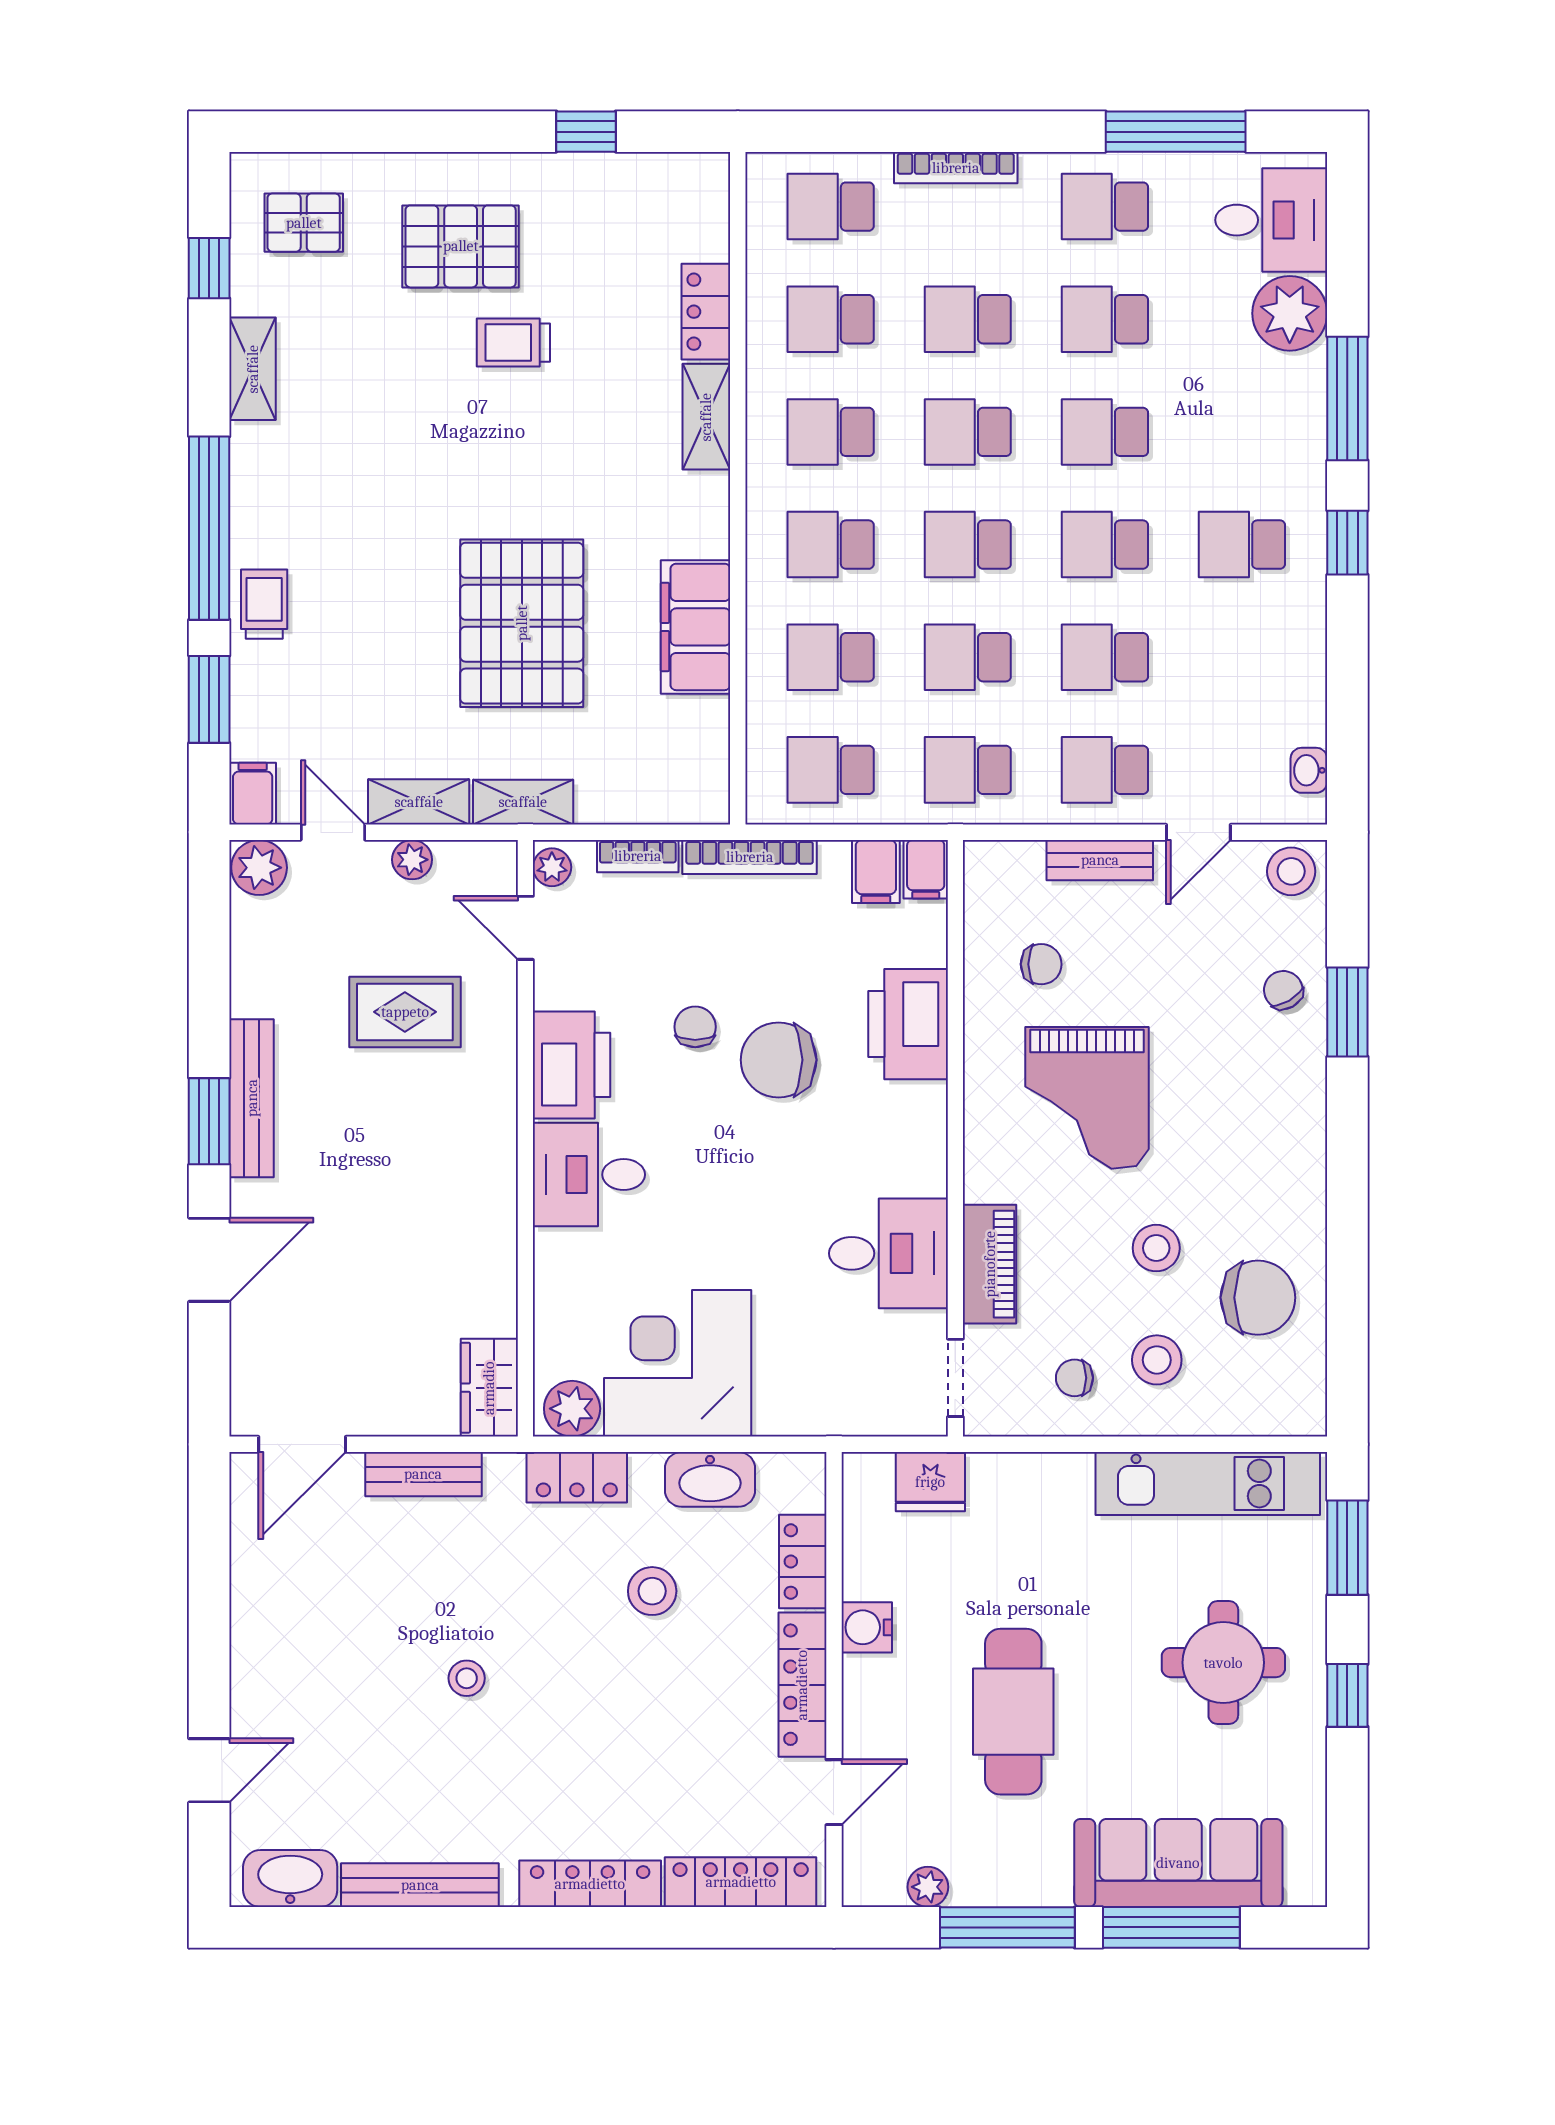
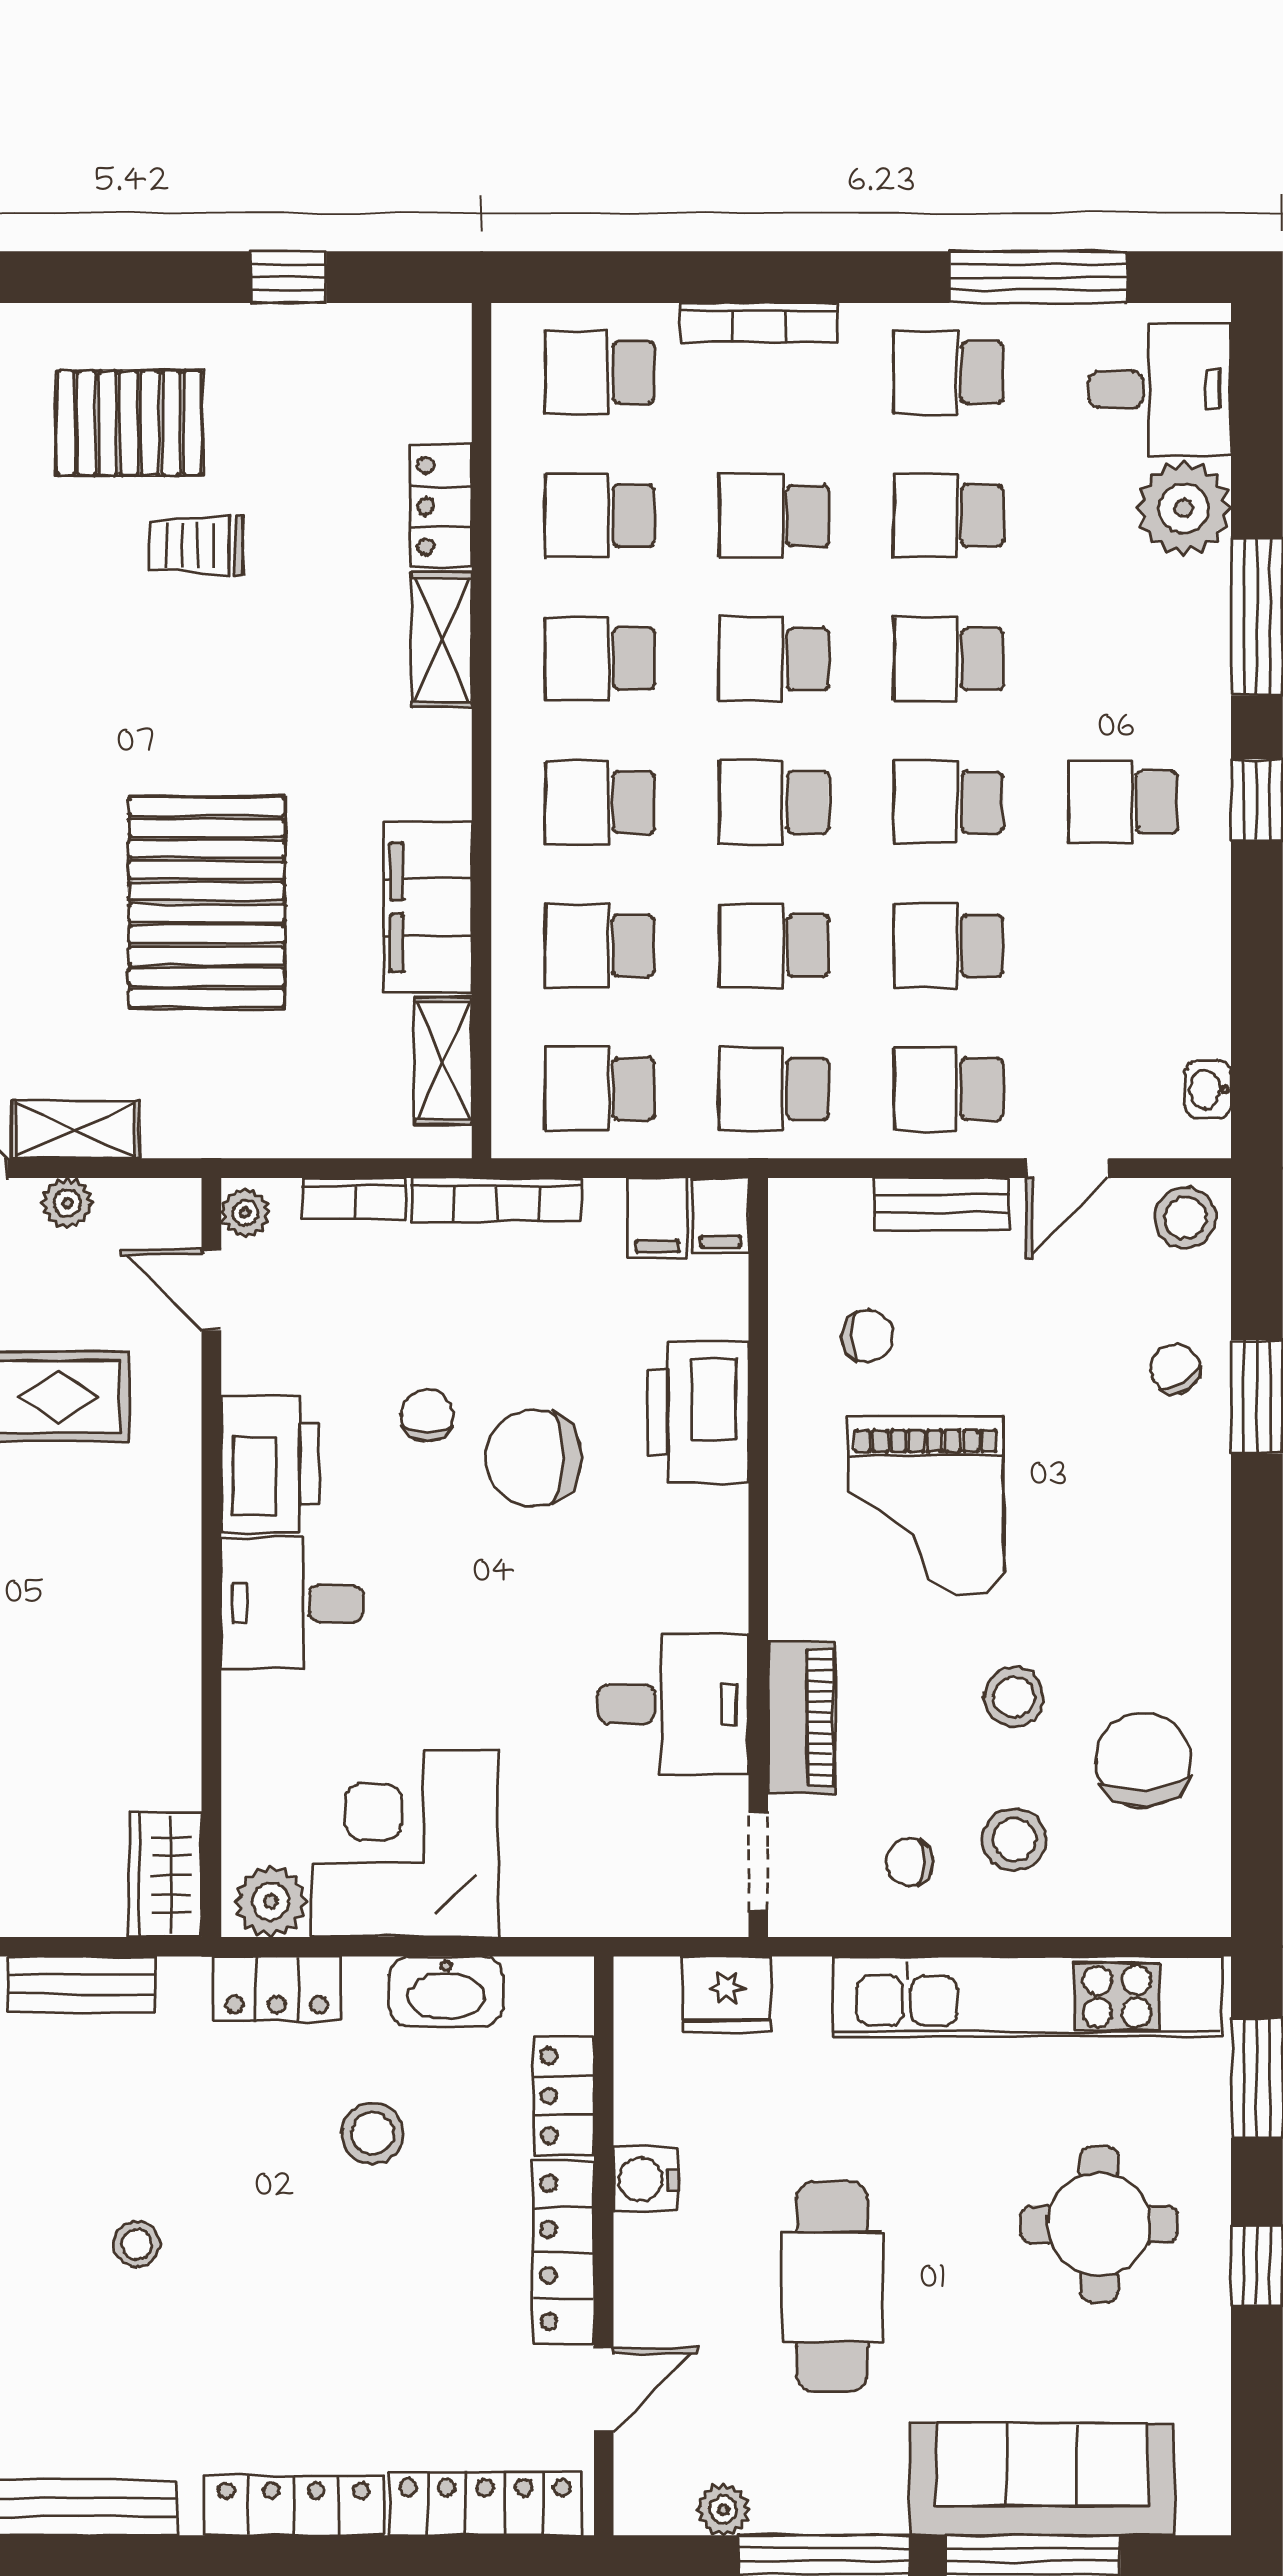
shelving: (523, 802) -> (443, 1061), moved, turned 90
chair: (1258, 1298) -> (1143, 1760), turned -95
kitchen unit: (1208, 1484) -> (1027, 1997), width x1.36

